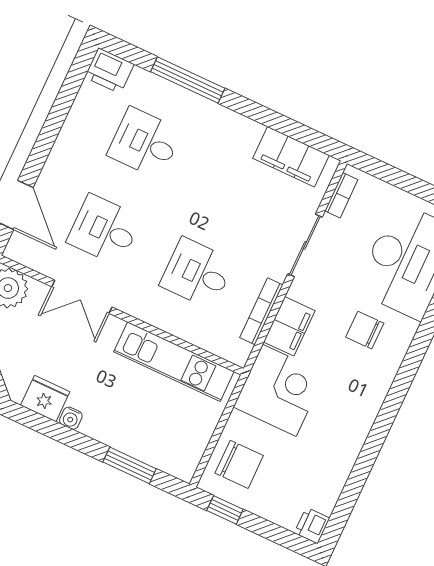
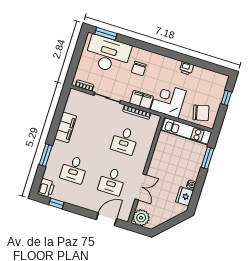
window: (188, 80) -> (46, 155), width x0.69
window: (69, 90) -> (56, 203), added
filing cabinet: (291, 157) -> (66, 127), moved
kitchen unit: (174, 362) -> (187, 131), moved, turned 90
chair: (239, 464) -> (201, 113), turned 76
window: (225, 510) -> (226, 98), moved
printer: (312, 526) -> (187, 68), moved

